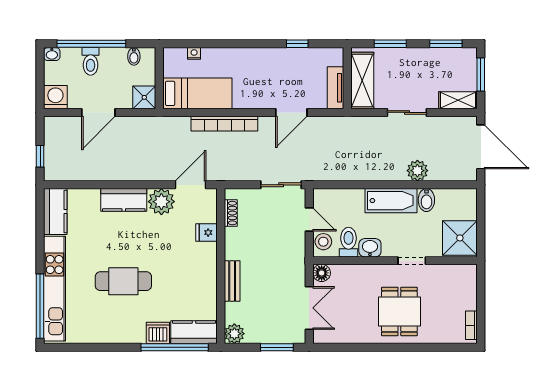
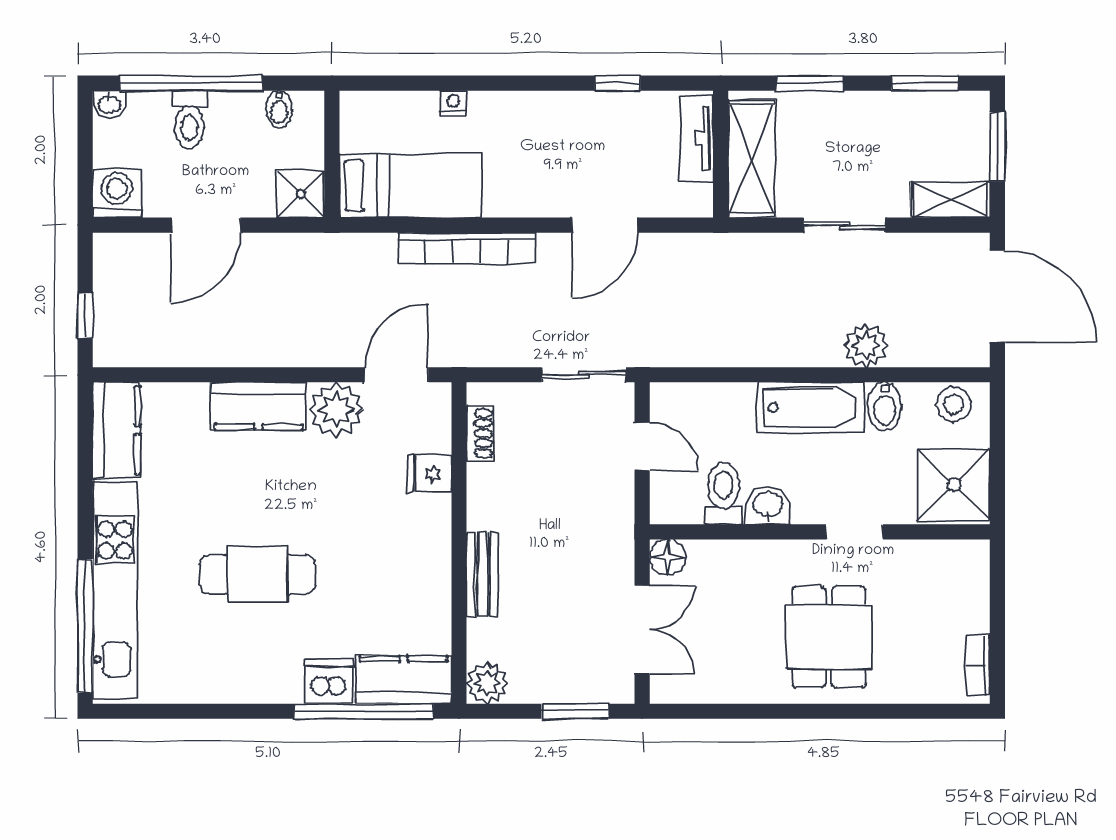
nightstand: (194, 53) -> (453, 103), moved
tv unit: (335, 88) -> (696, 139), moved
stool: (323, 242) -> (954, 404), moved

